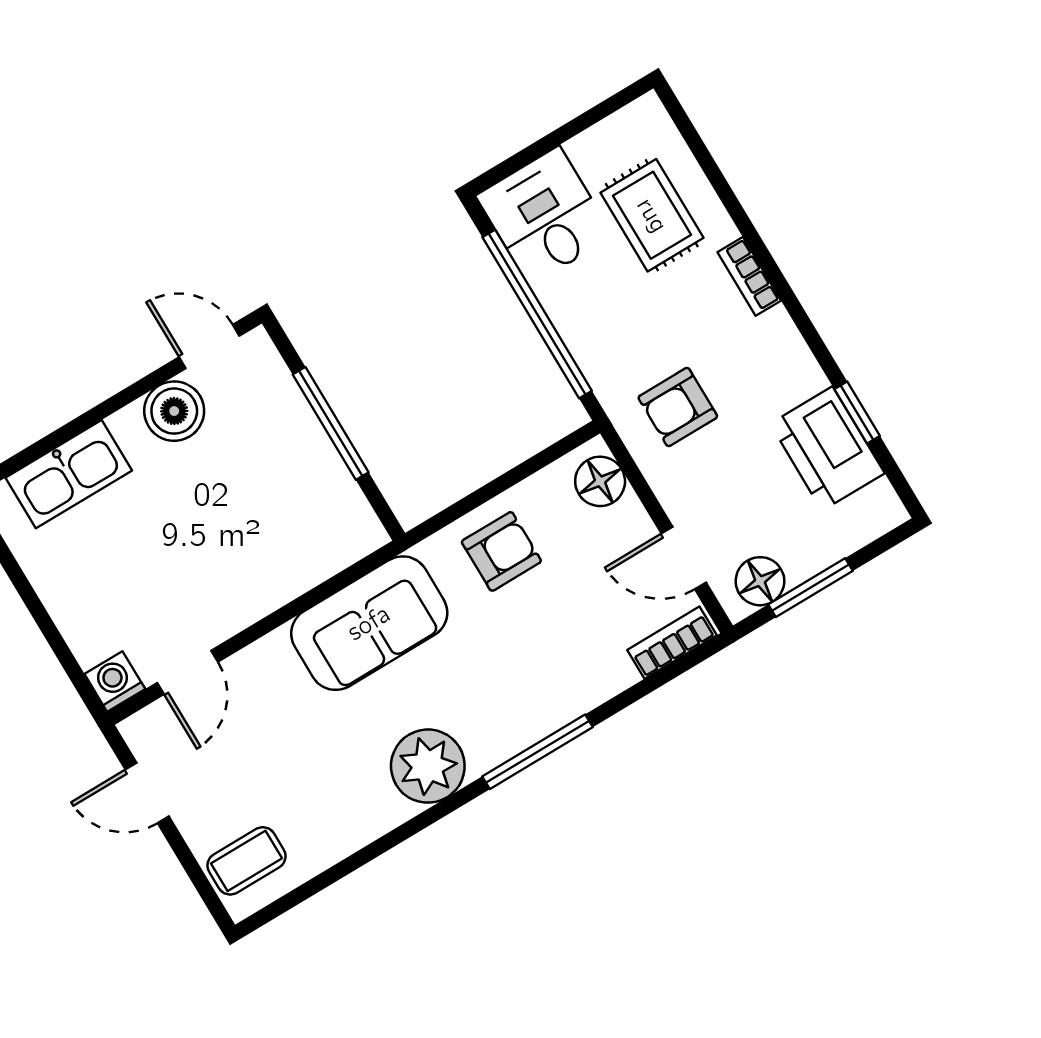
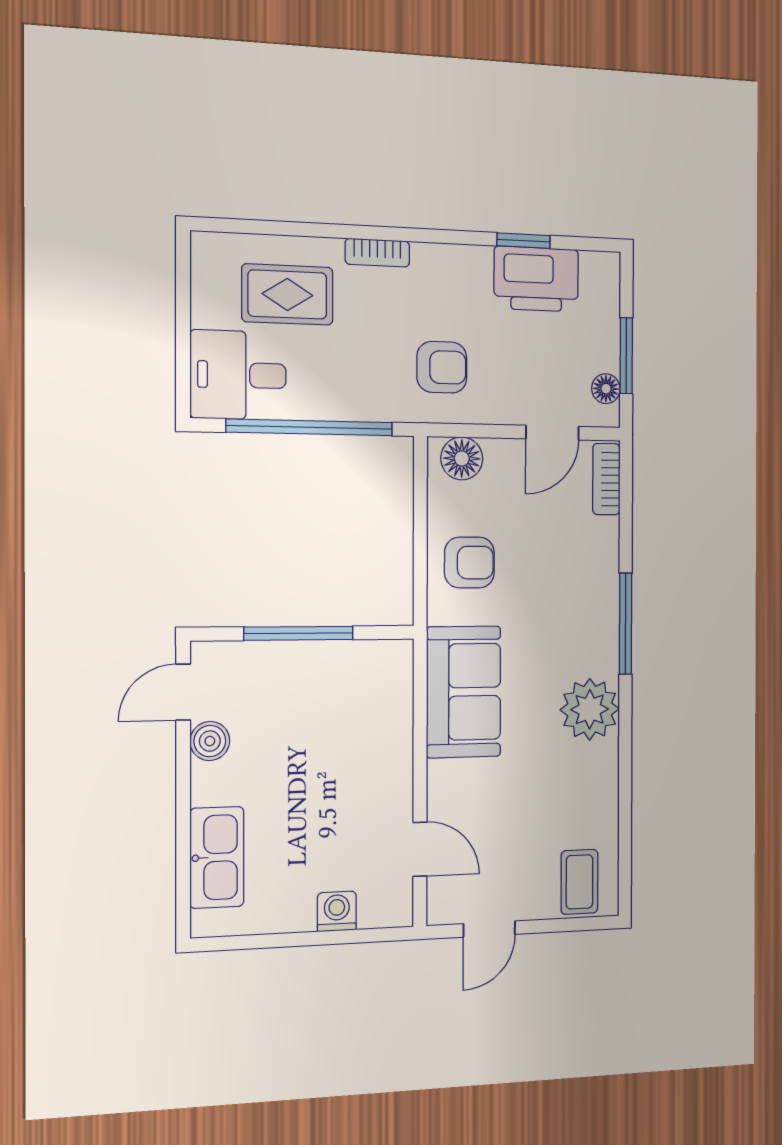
armchair: (678, 407) -> (442, 367), turned -90
boiler: (174, 411) -> (210, 741), width x0.73, depth x0.73
armchair: (501, 551) -> (469, 563), turned 90
floor lamp: (760, 581) -> (606, 389), width x0.73, depth x0.73
washing machine: (115, 681) -> (337, 911), moved, turned 90

